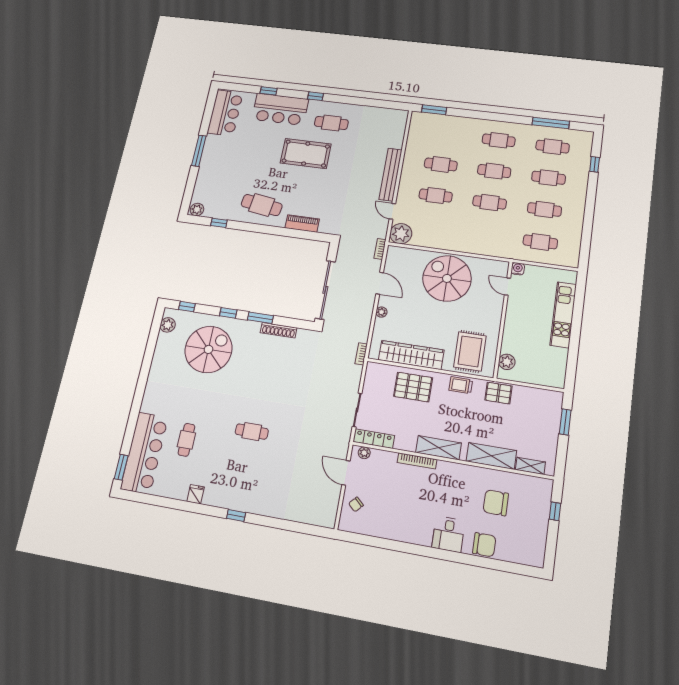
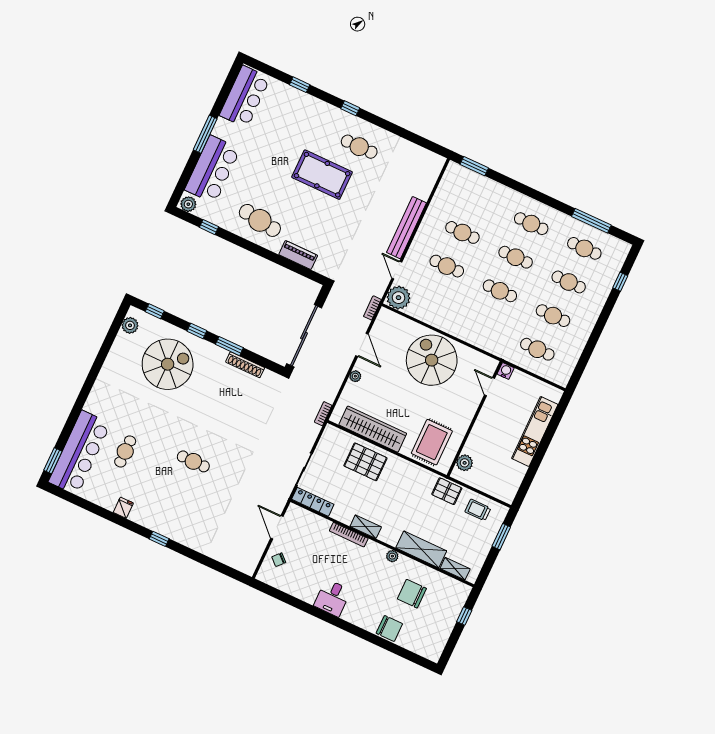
bar counter: (280, 109) -> (212, 169), moved, turned -90
trolley: (461, 385) -> (478, 510), moved
shelving: (438, 448) -> (366, 527), width x0.67, depth x0.75
plant: (364, 453) -> (392, 556), moved
desk: (448, 534) -> (332, 598), moved

